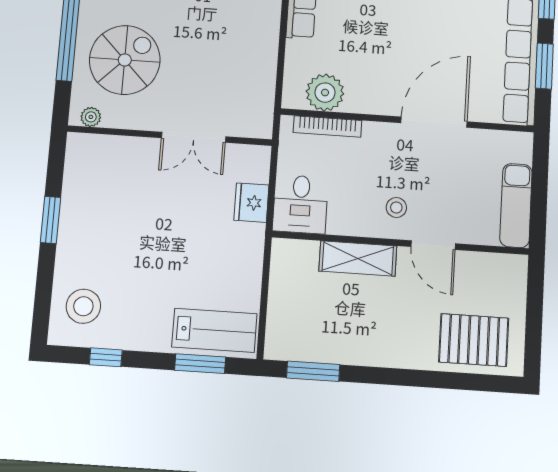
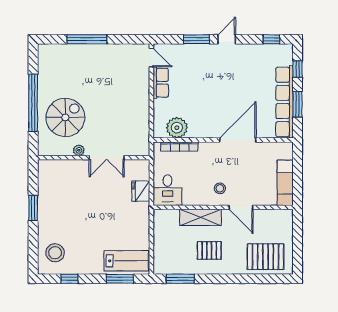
plant: (91, 117) -> (79, 150), moved
pallet: (370, 321) -> (209, 250), added

